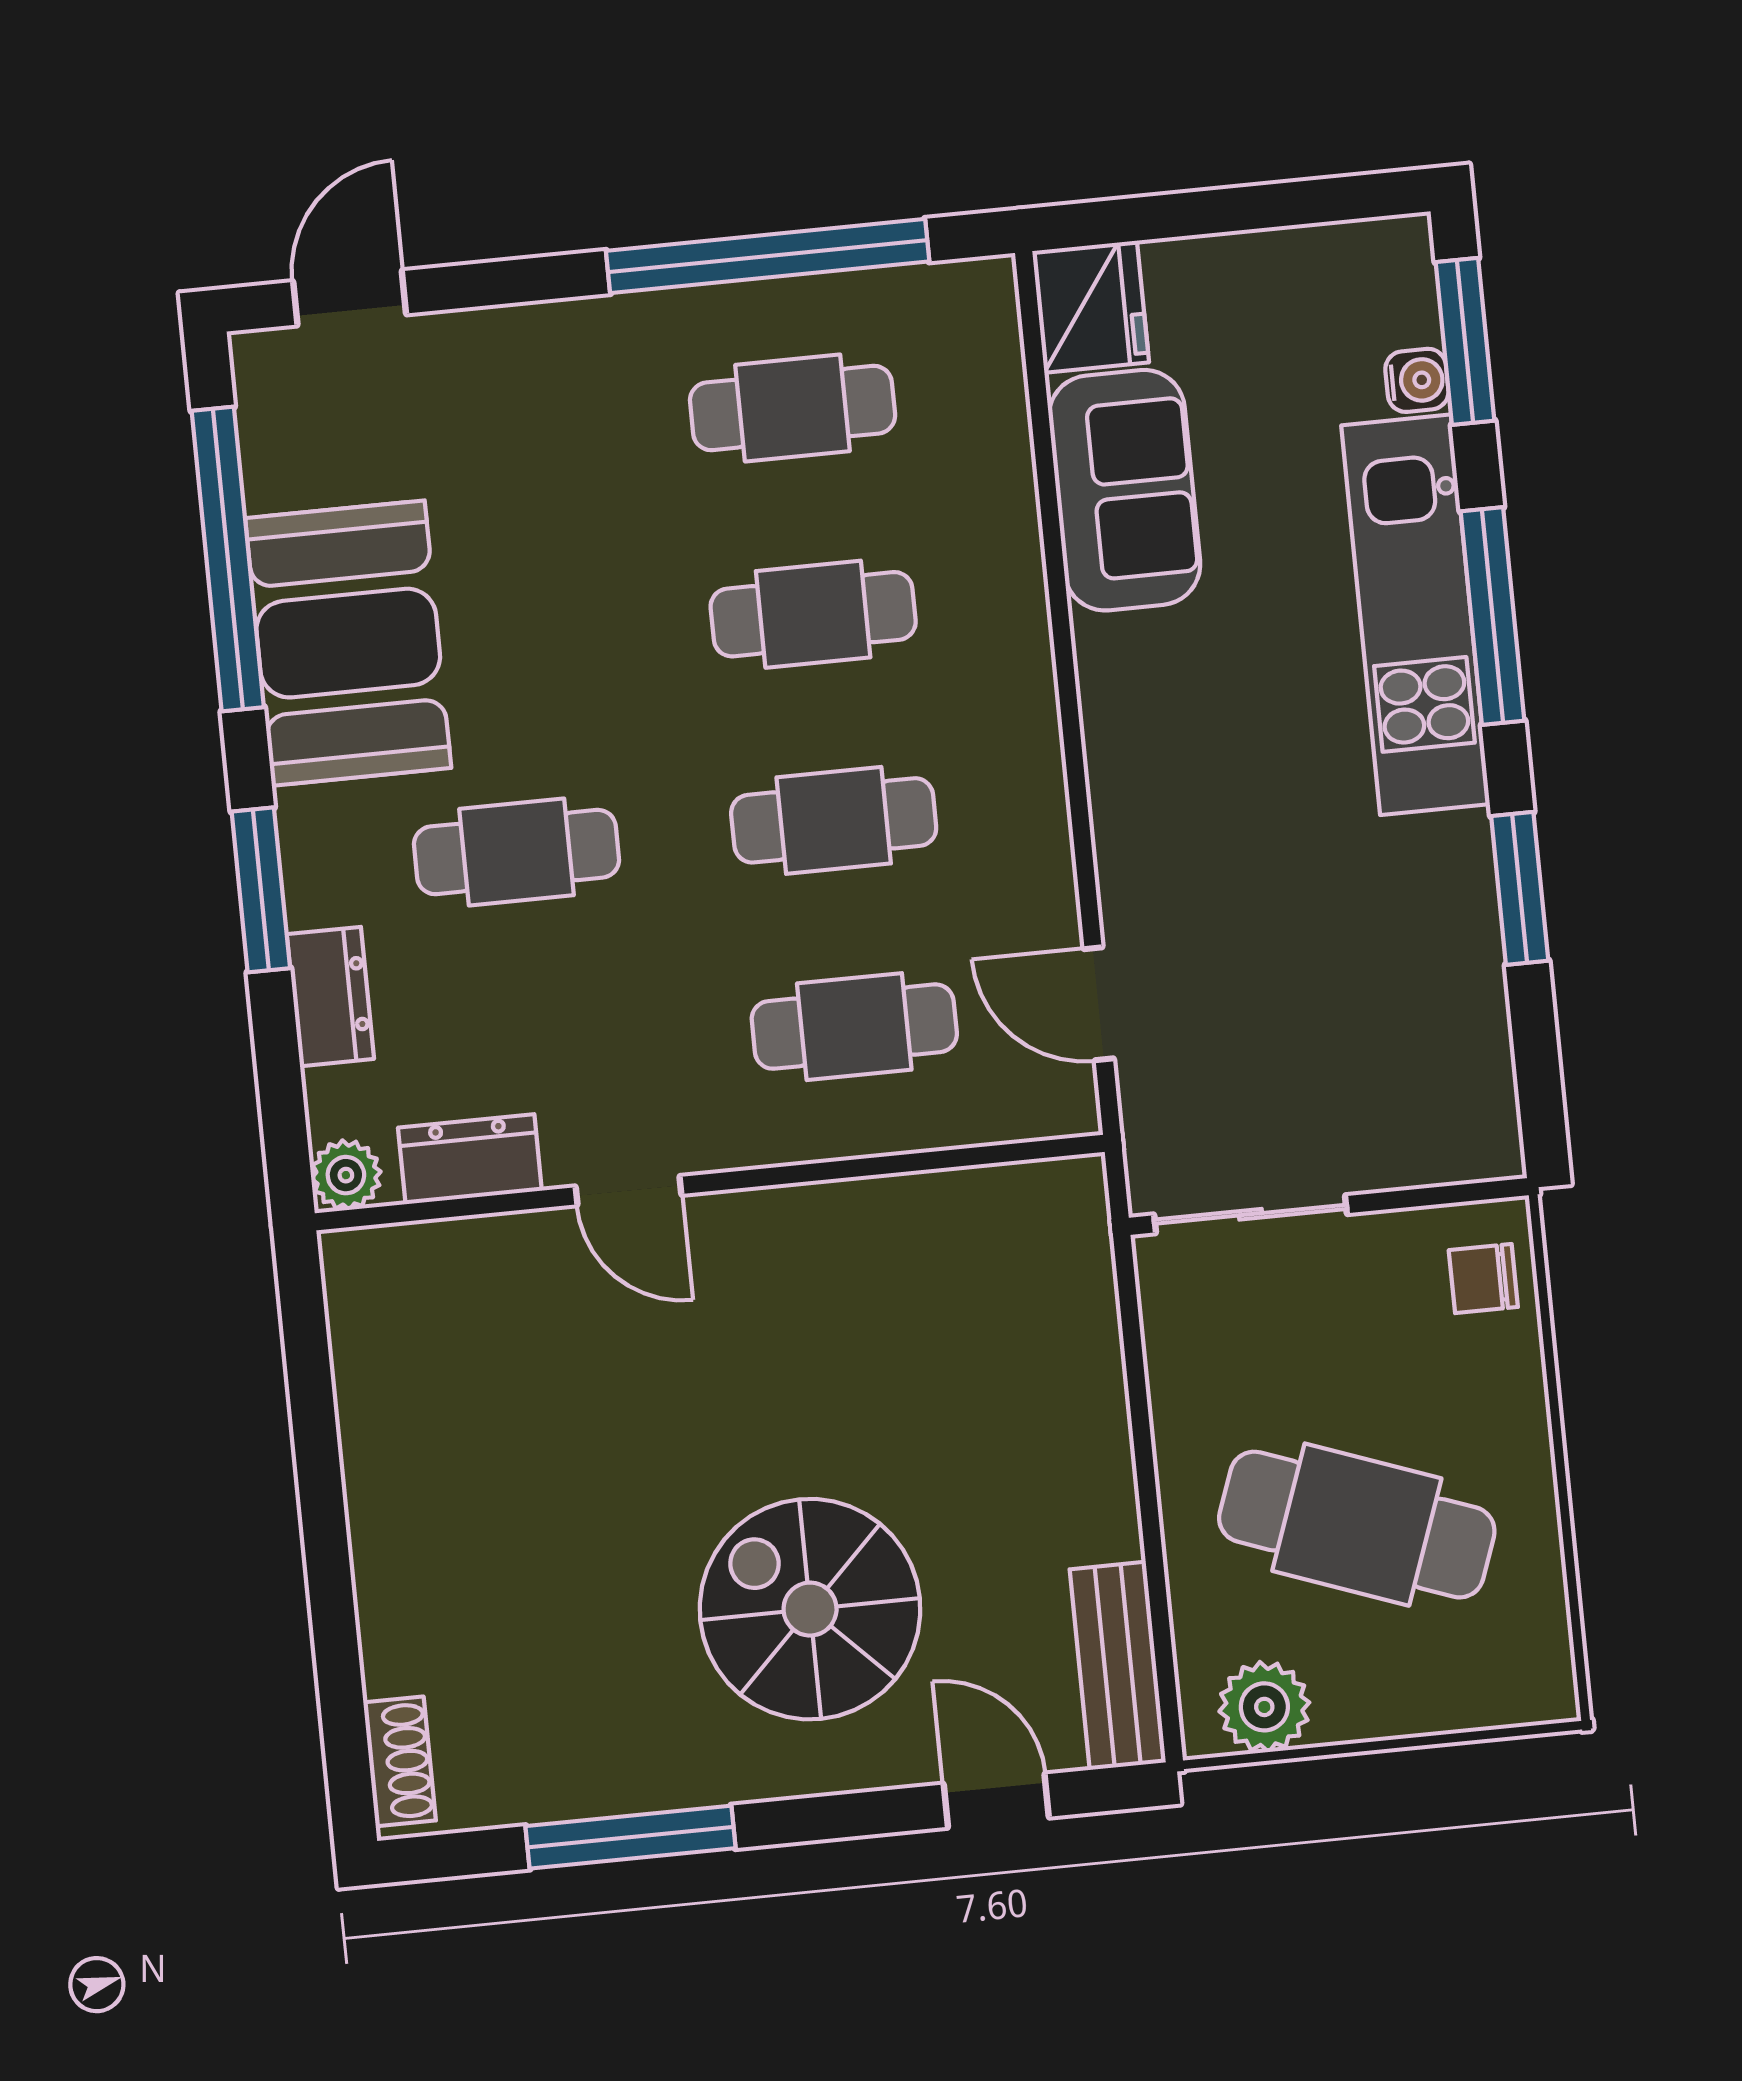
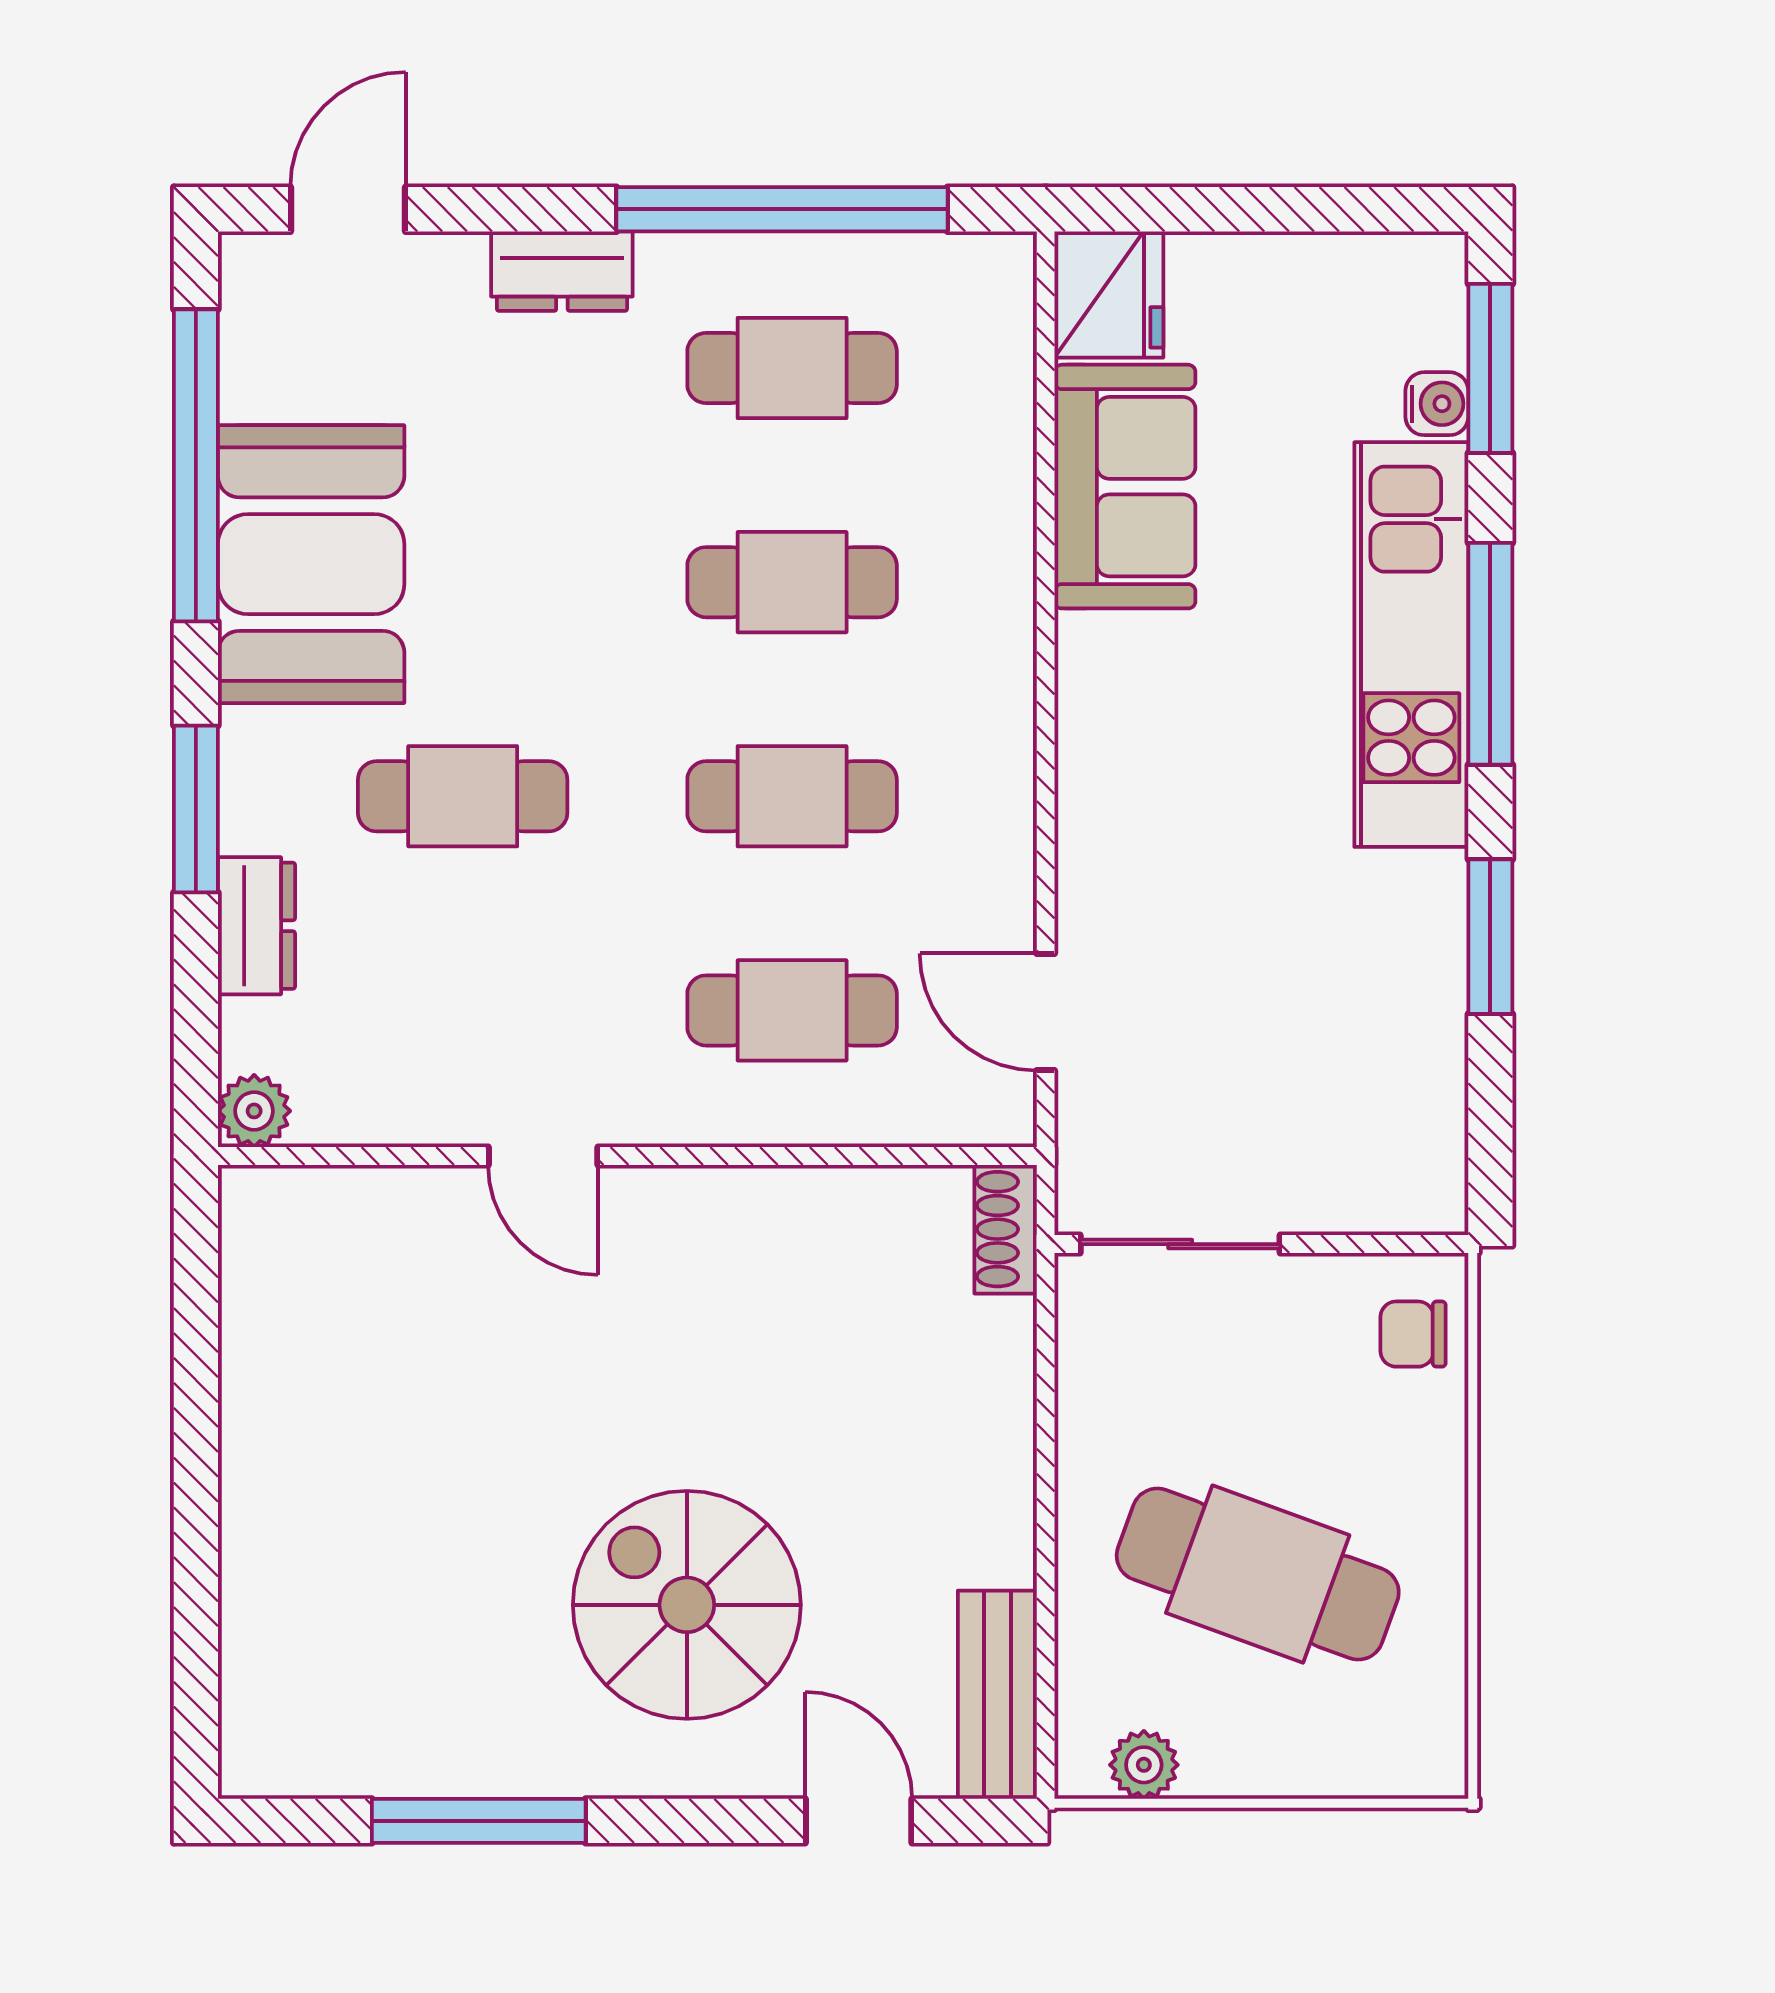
dresser: (470, 1159) -> (562, 271), moved, turned 180
plant: (1264, 1707) -> (1144, 1765), width x0.73, depth x0.73
shoe rack: (400, 1761) -> (1006, 1229), moved, turned 180

